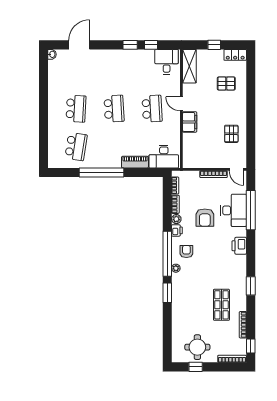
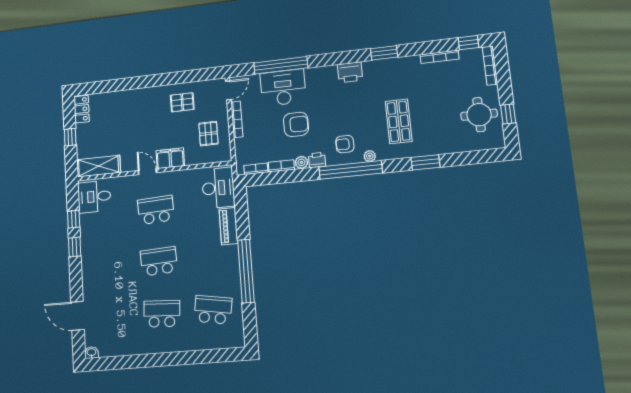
pallet: (226, 83) -> (208, 134), moved
door: (181, 104) -> (147, 172), swing flipped
printer: (239, 246) -> (350, 72), moved
window: (167, 293) -> (425, 162), moved
shop shelf: (221, 305) -> (399, 121), moved, turned 90

